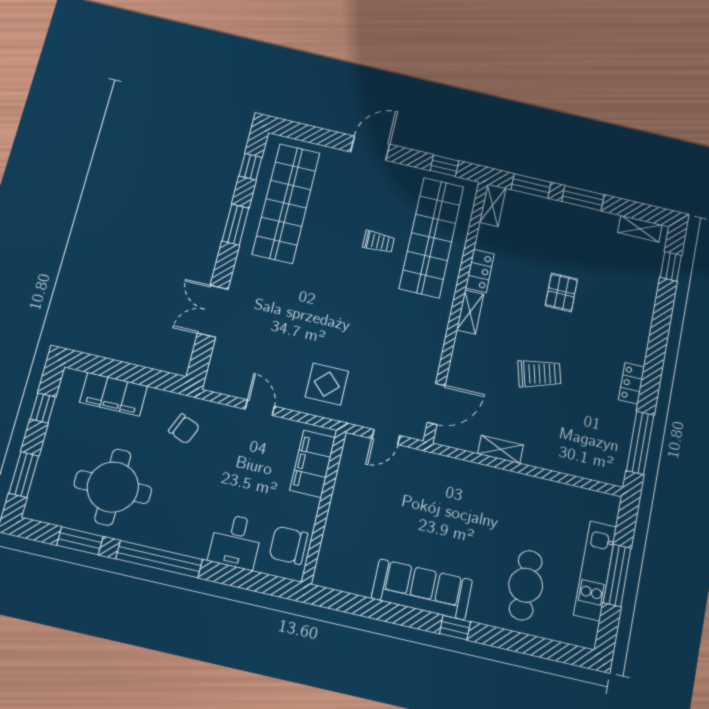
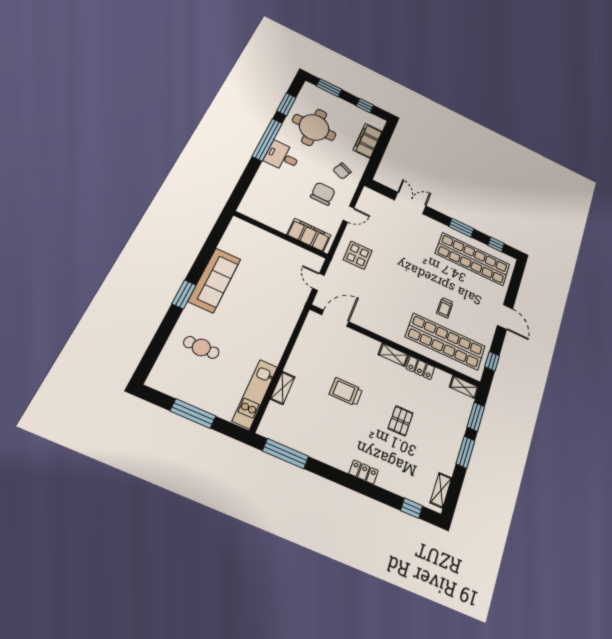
pallet: (561, 292) -> (400, 421), turned 90
trolley: (539, 374) -> (346, 392), turned 104
locker: (632, 383) -> (364, 472), moved
door: (436, 404) -> (335, 318), swing flipped
shelving: (500, 449) -> (283, 388), moved
desk: (236, 541) -> (282, 157), moved
chair: (288, 545) -> (323, 194), moved
kitchen unit: (595, 571) -> (255, 394), moved, turned -90
cafe table: (526, 585) -> (201, 347), width x0.73, depth x0.74
window: (455, 628) -> (184, 294), width x1.50

